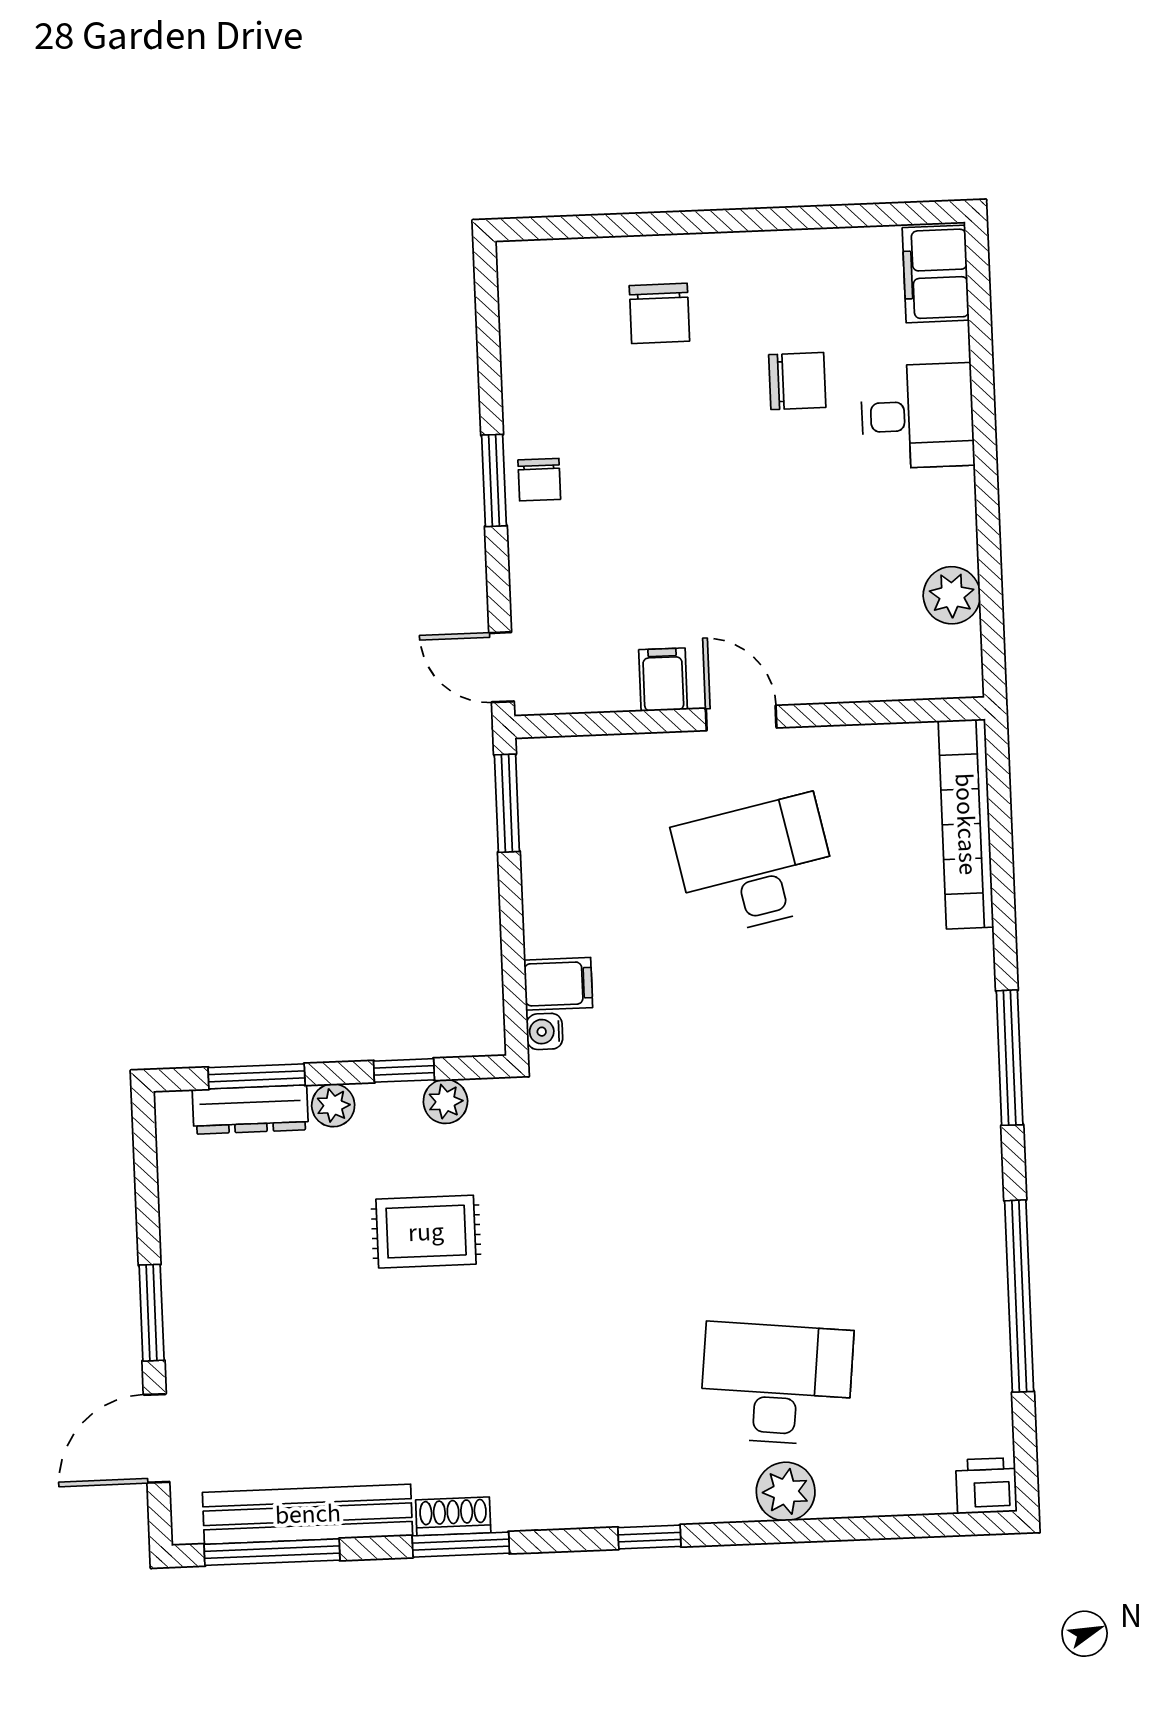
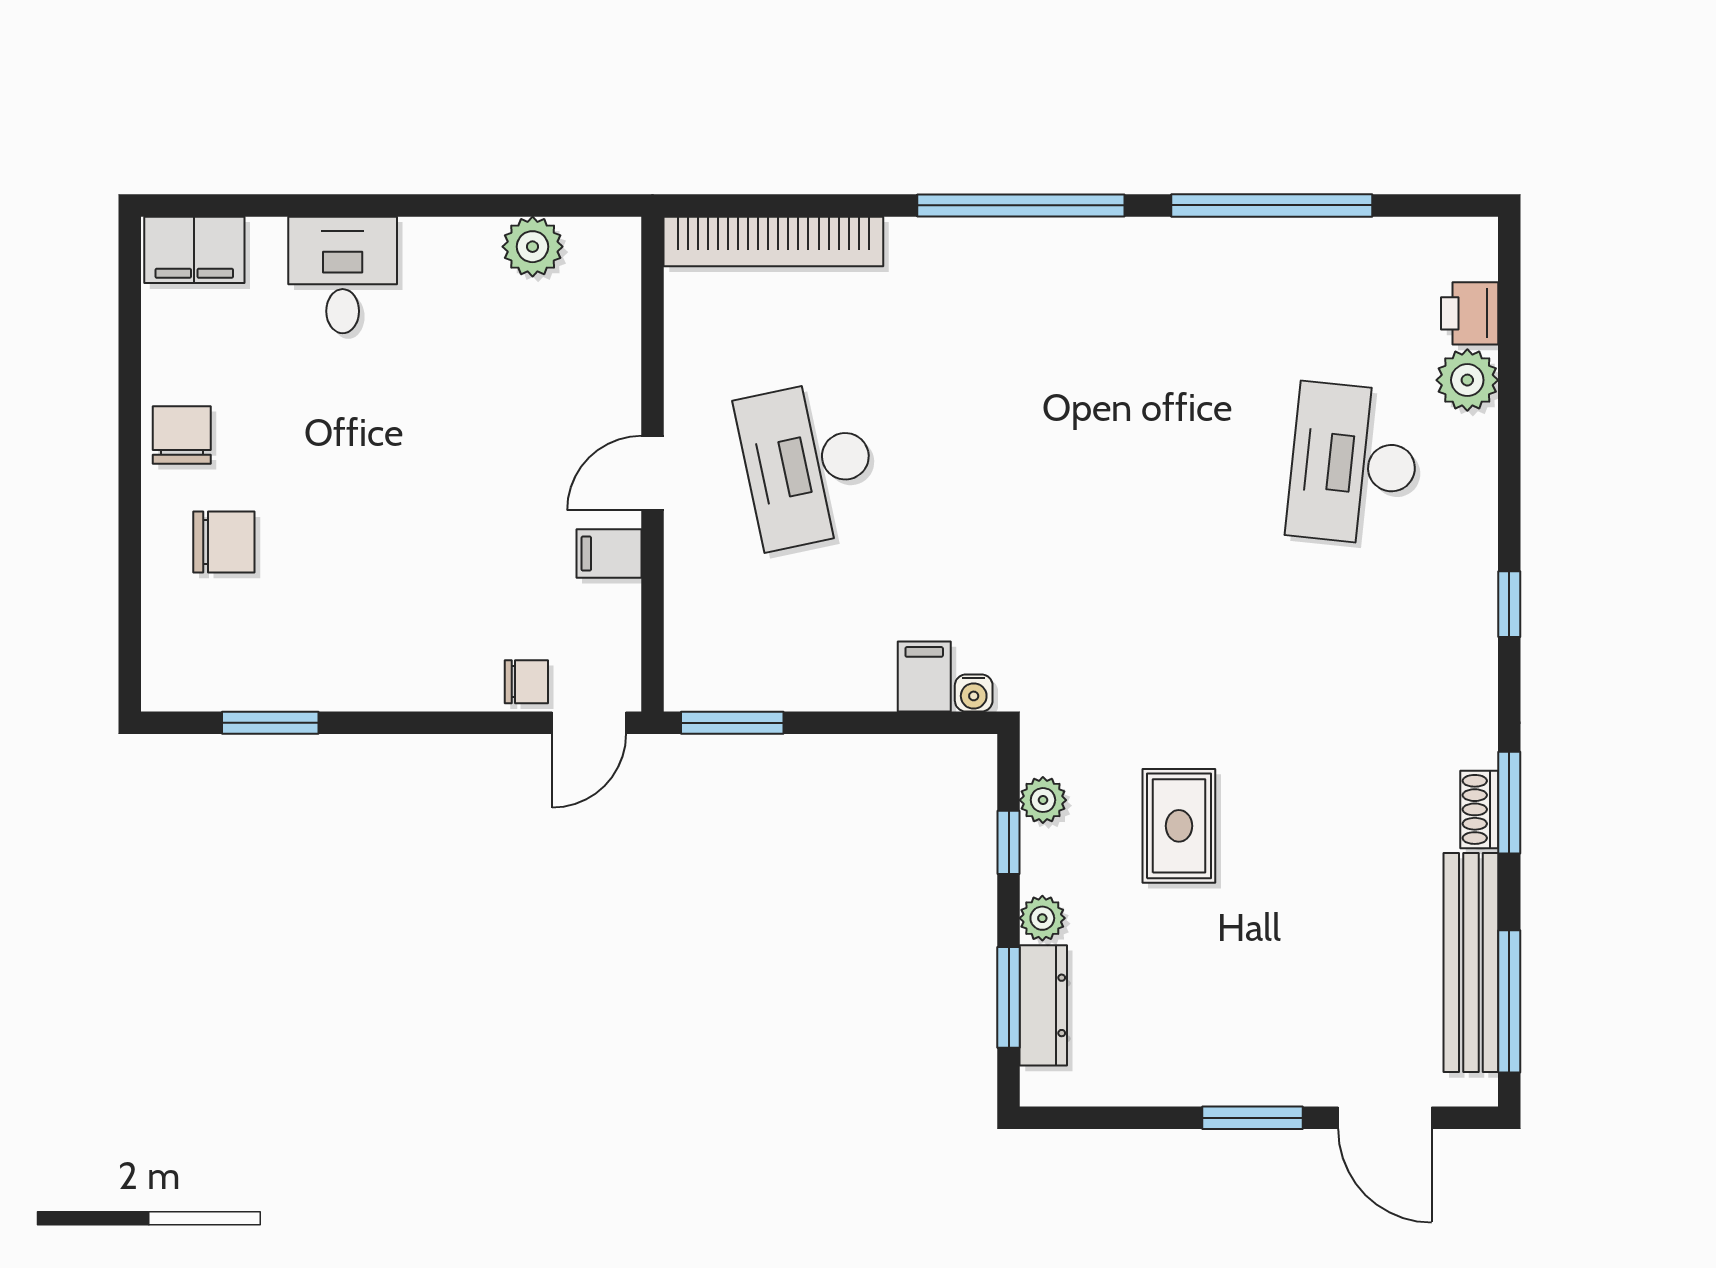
chair: (797, 381) -> (182, 435), moved
window: (494, 480) -> (270, 723), moved
chair: (539, 480) -> (526, 682), moved
window: (1010, 1058) -> (1021, 205), width x1.46
printer: (986, 1486) -> (1470, 313), moved
plant: (786, 1492) -> (1467, 380), moved

